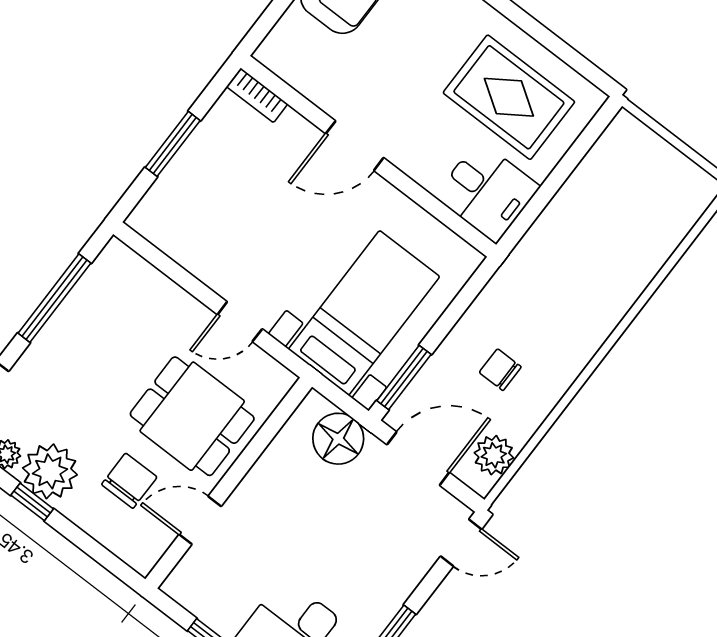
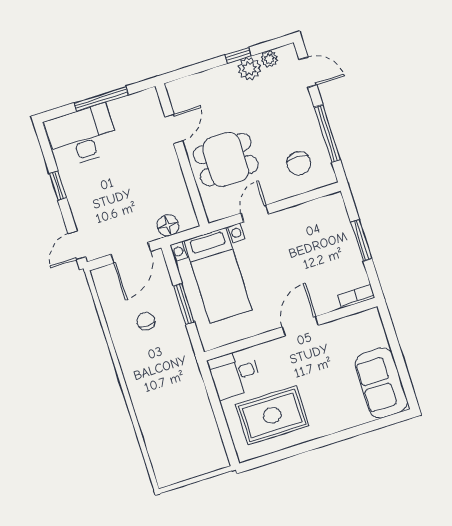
chair: (500, 370) -> (146, 321), turned -90
window: (404, 377) -> (184, 304), moved
floor lamp: (338, 439) -> (168, 225), width x0.73, depth x0.73
plant: (494, 455) -> (107, 290), removed
plant: (50, 471) -> (249, 69), width x0.73, depth x0.73
chair: (129, 481) -> (299, 163), moved

